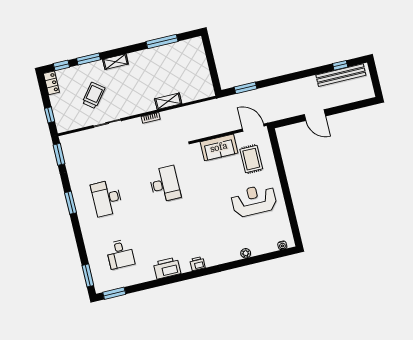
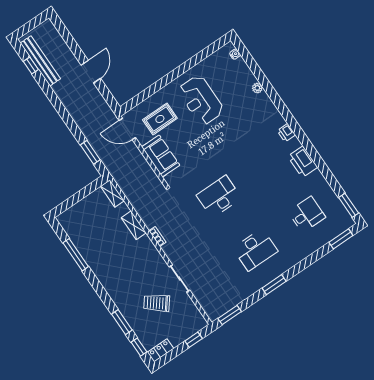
shelving: (115, 62) -> (112, 193), moved
door: (253, 128) -> (127, 129), hinge flipped

